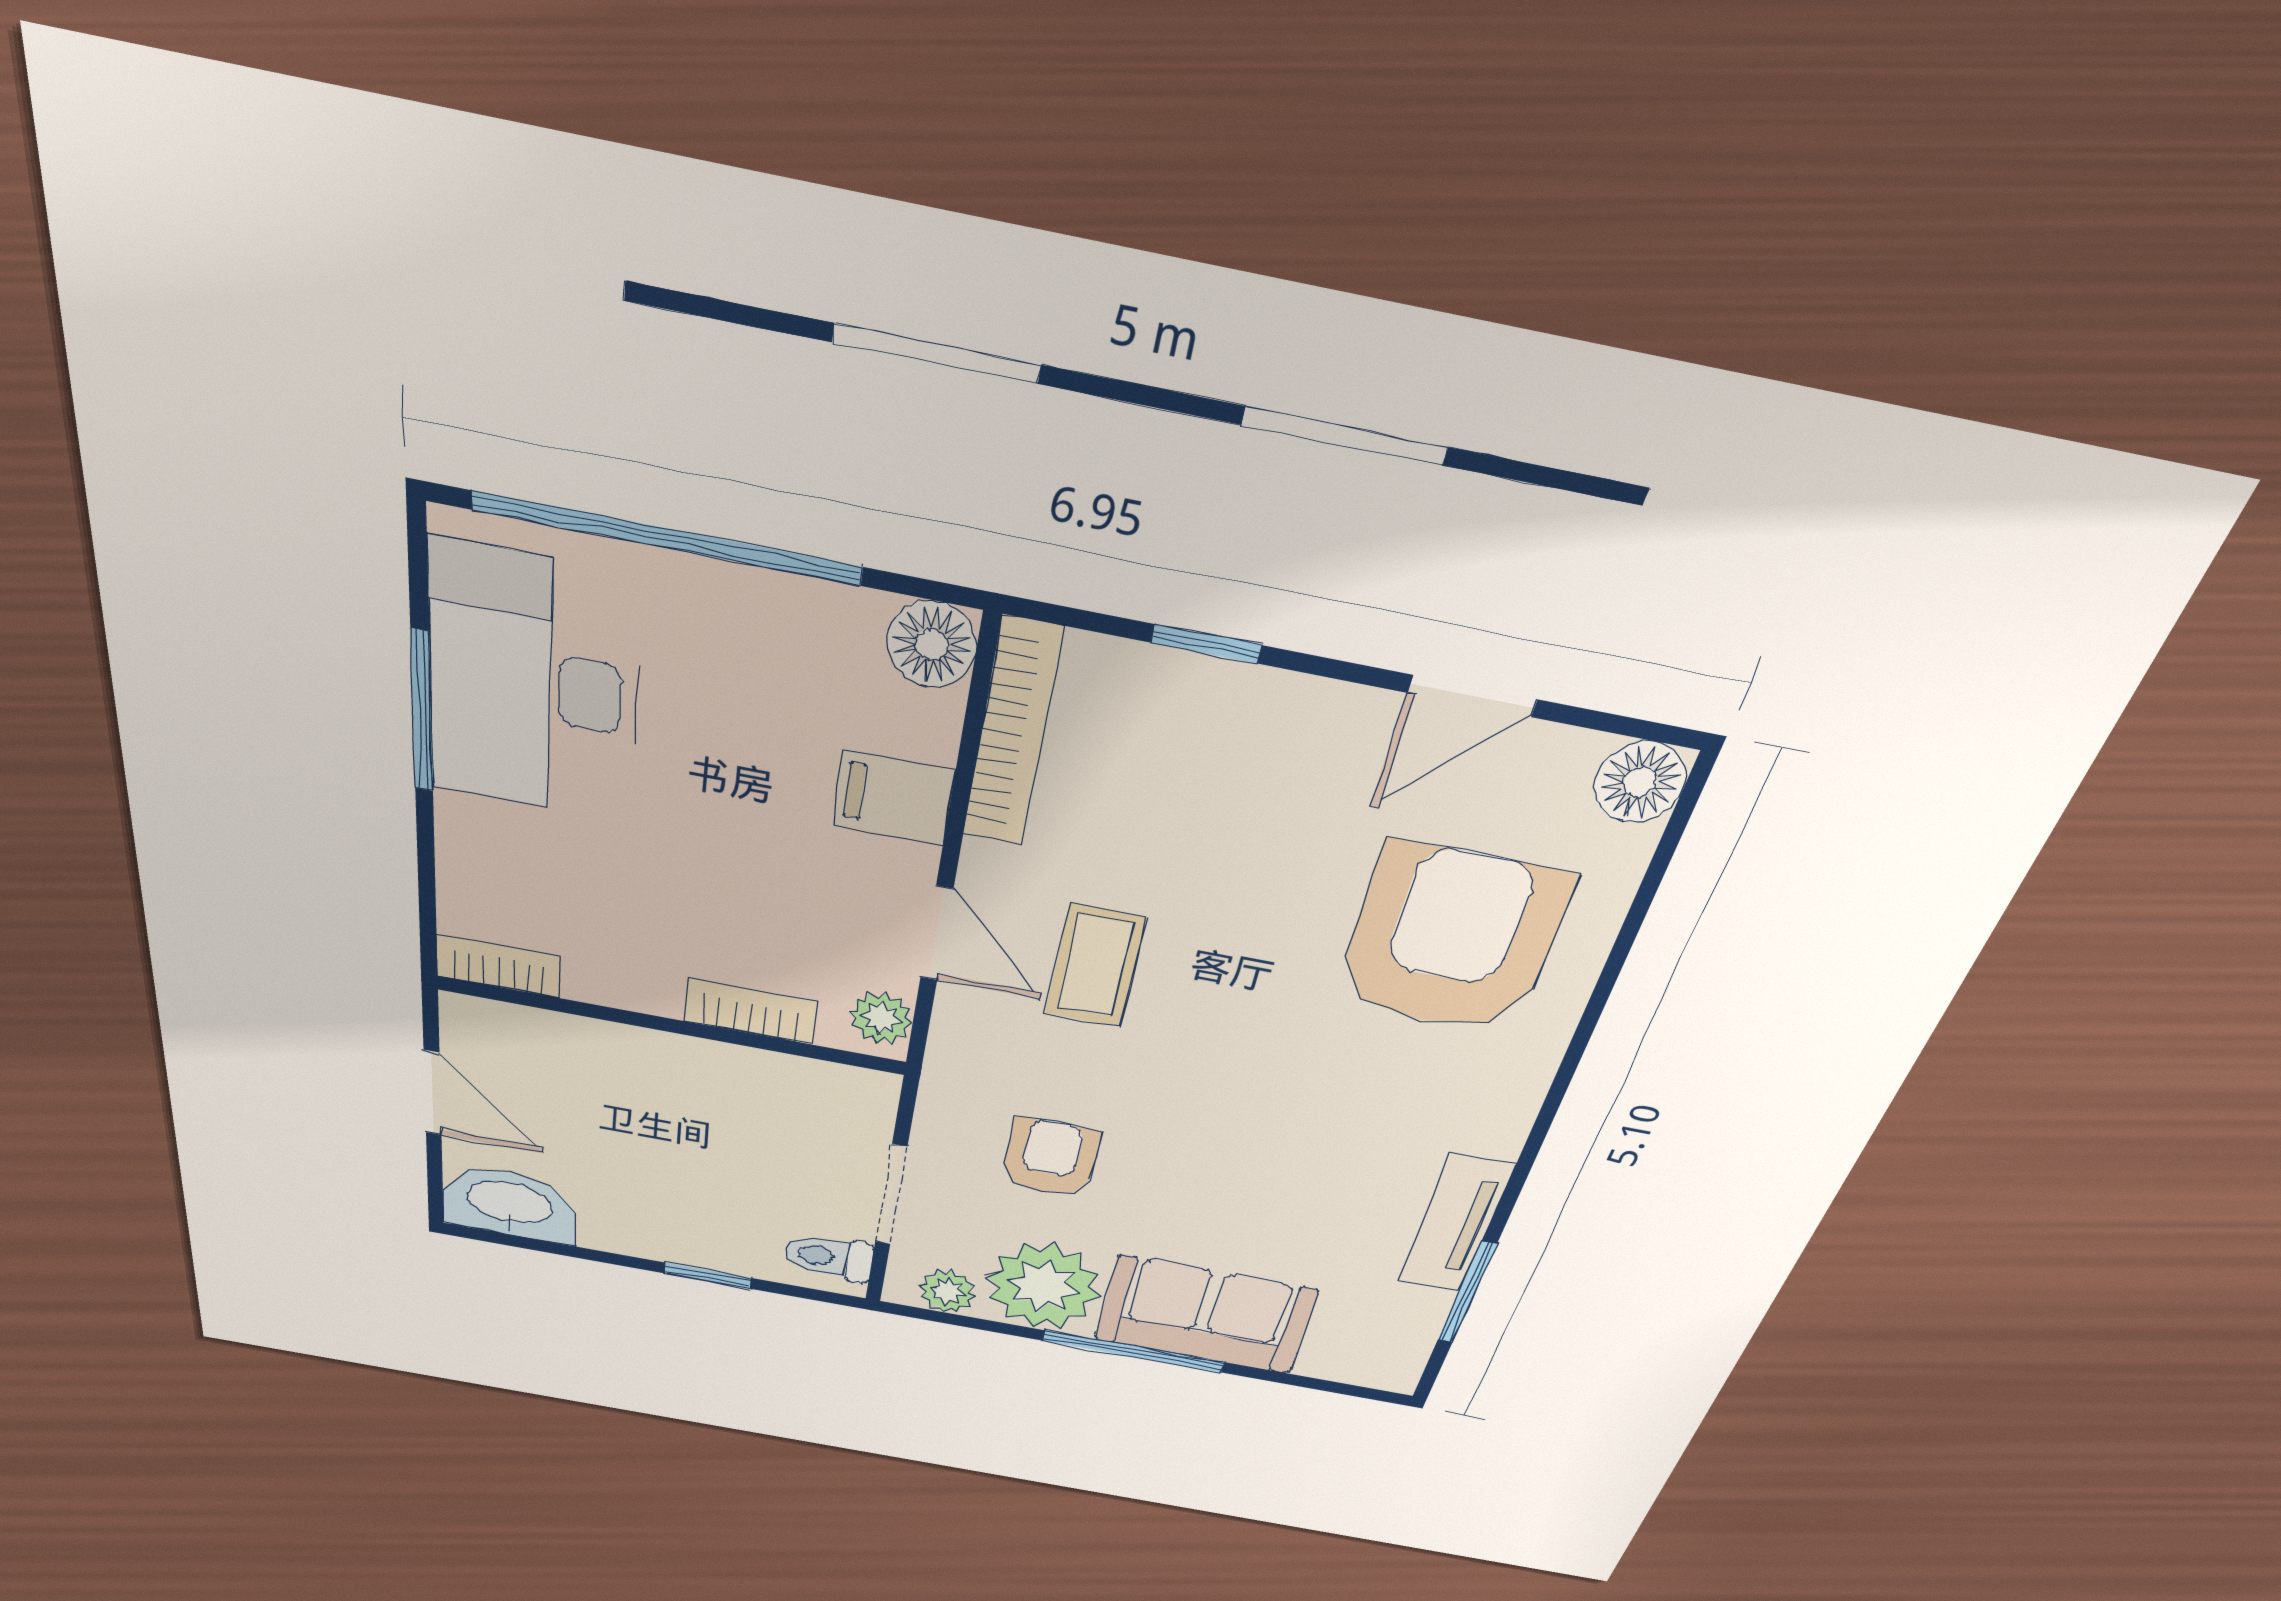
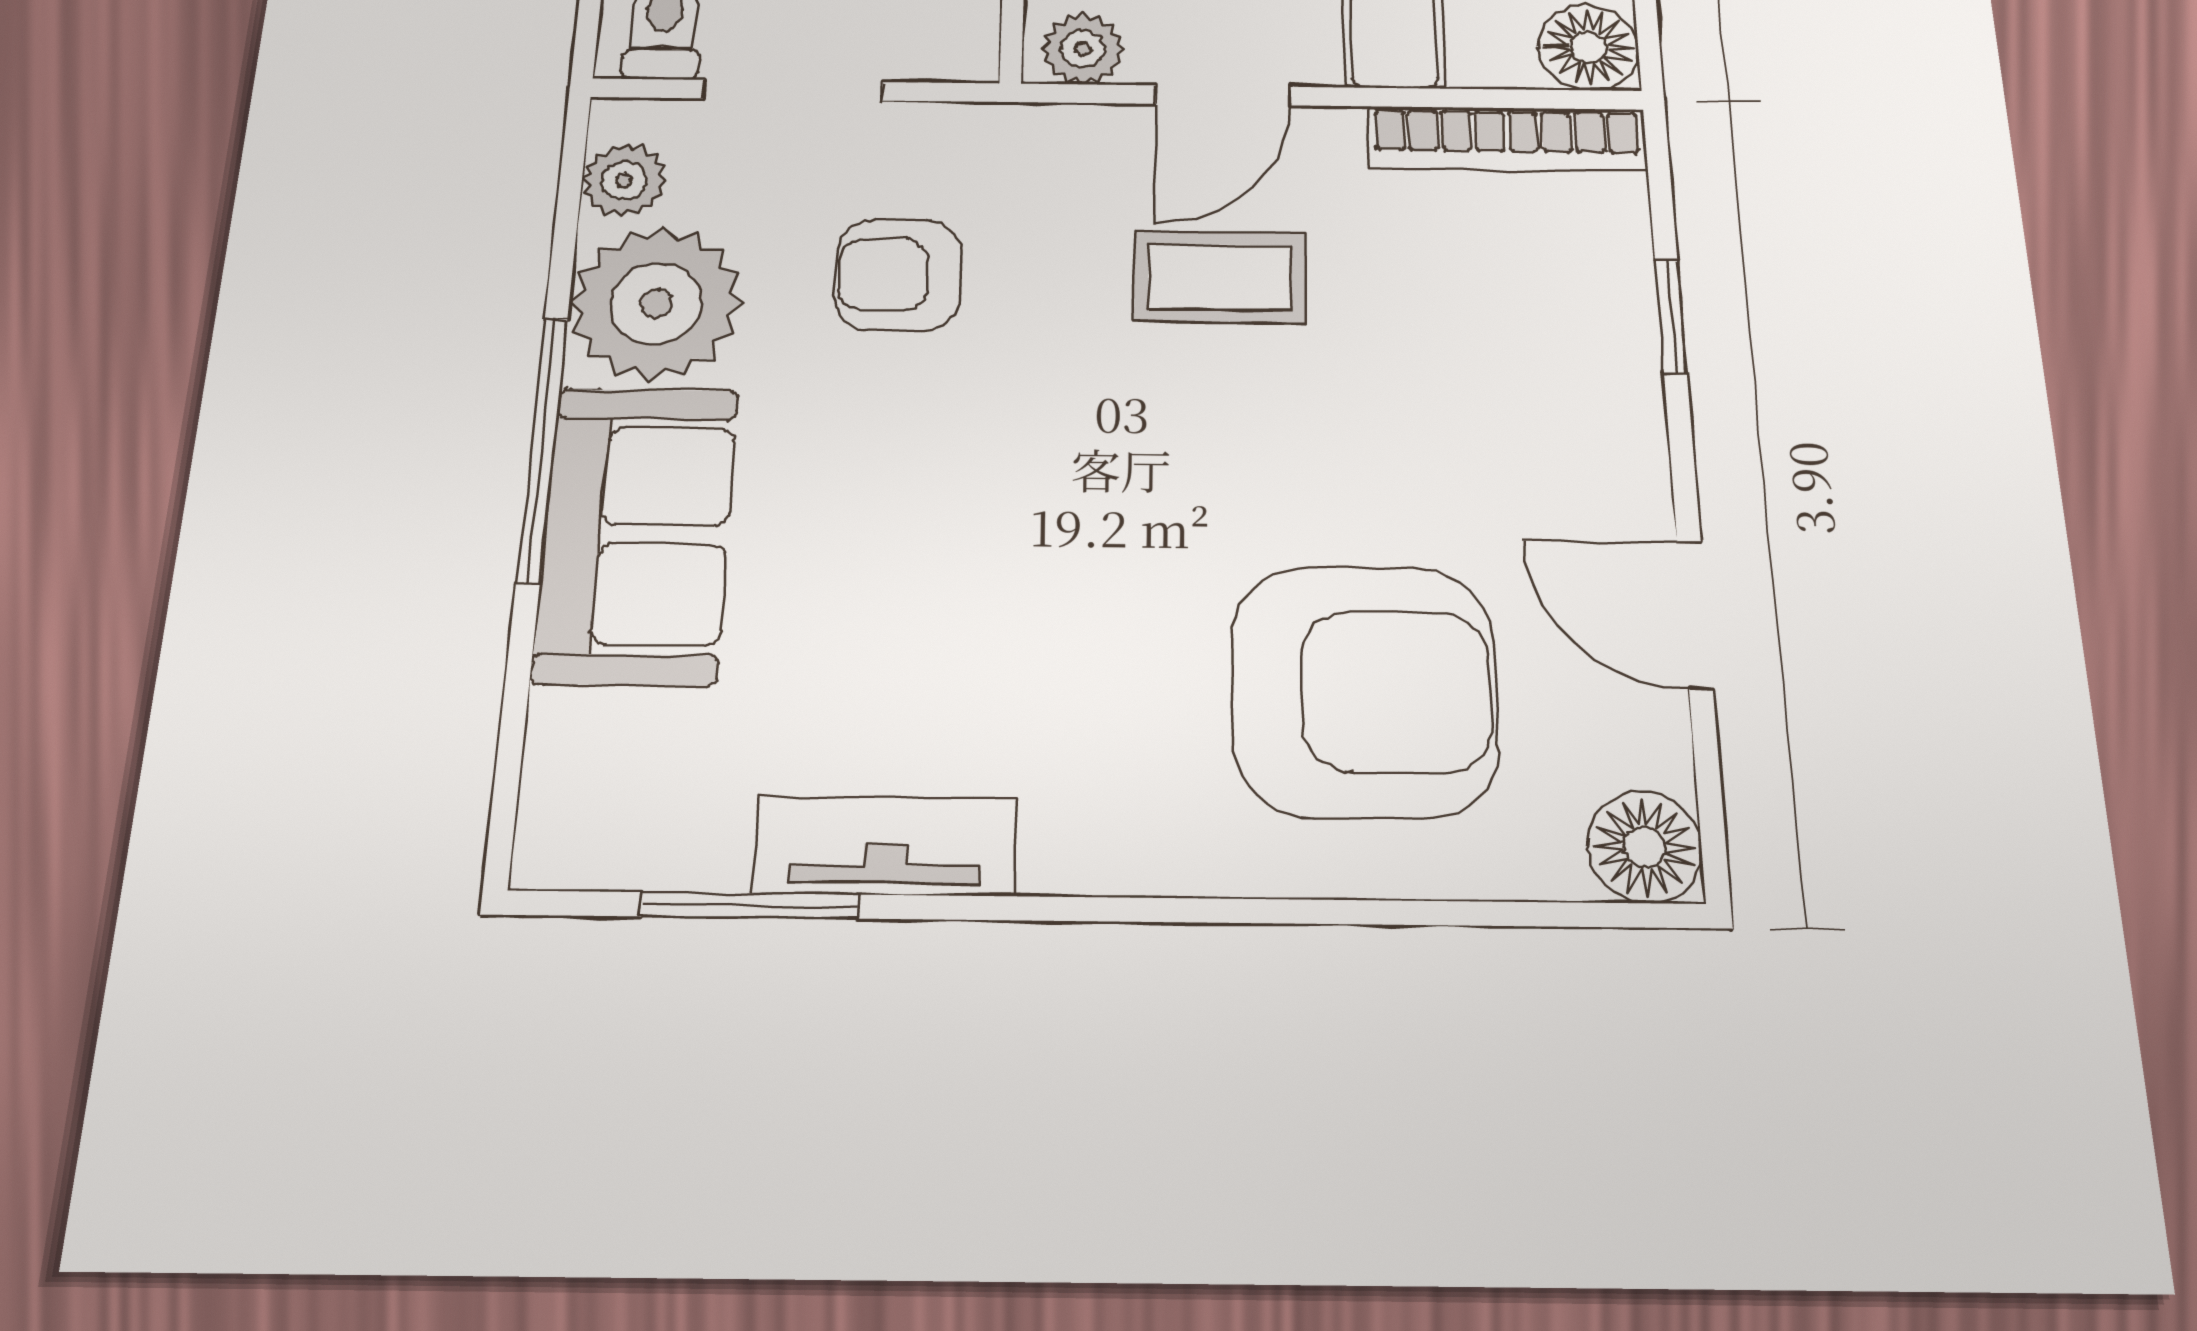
armchair: (1050, 1158) -> (898, 275), turned 180

